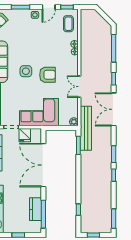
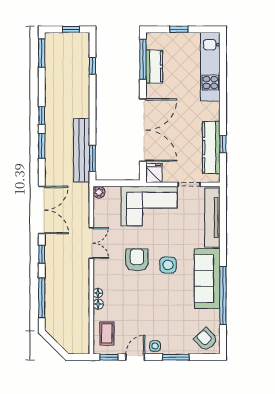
armchair: (47, 75) -> (137, 260), turned 90
bench: (86, 128) -> (82, 150), moved
fridge: (25, 135) -> (154, 173), moved

